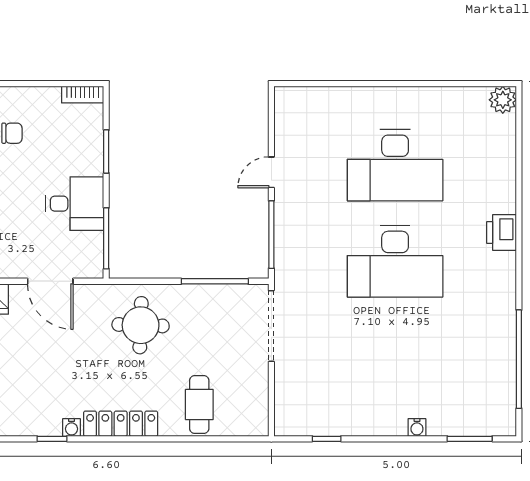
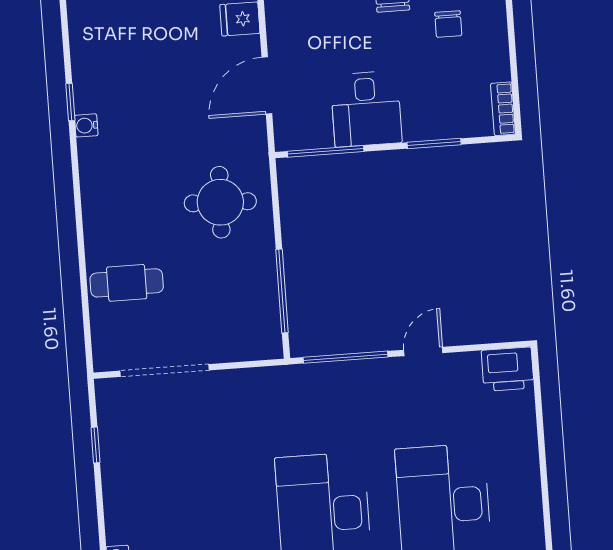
printer: (290, 106) -> (508, 369), added
door: (271, 172) -> (423, 351), hinge flipped
doorway: (271, 326) -> (165, 370), moved
locker: (121, 424) -> (96, 186), removed

